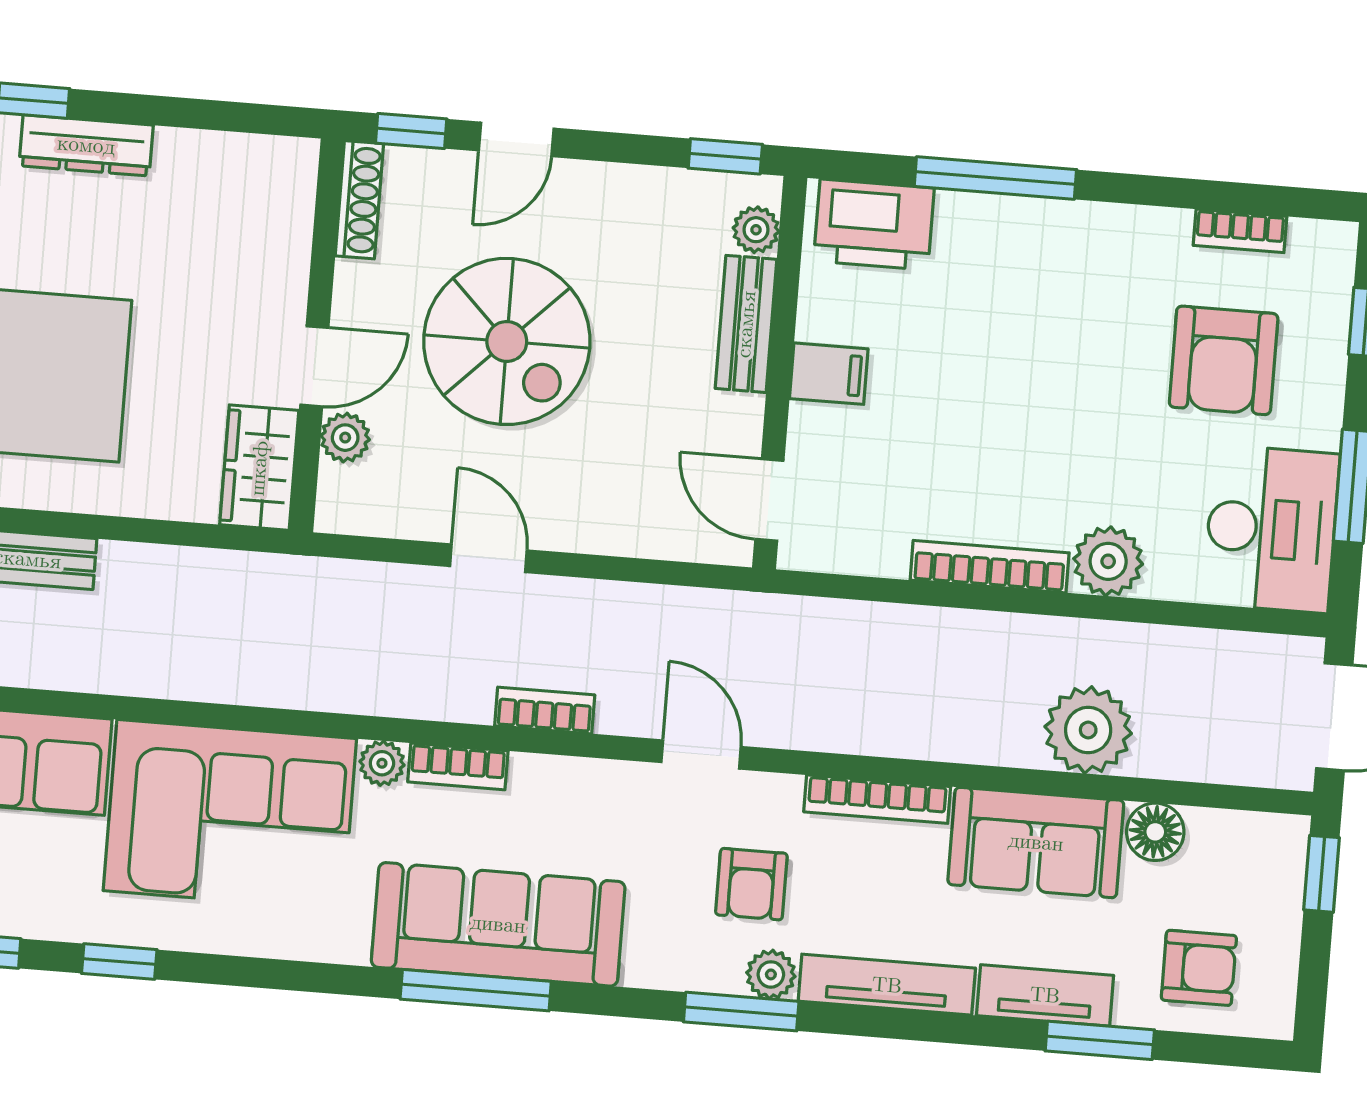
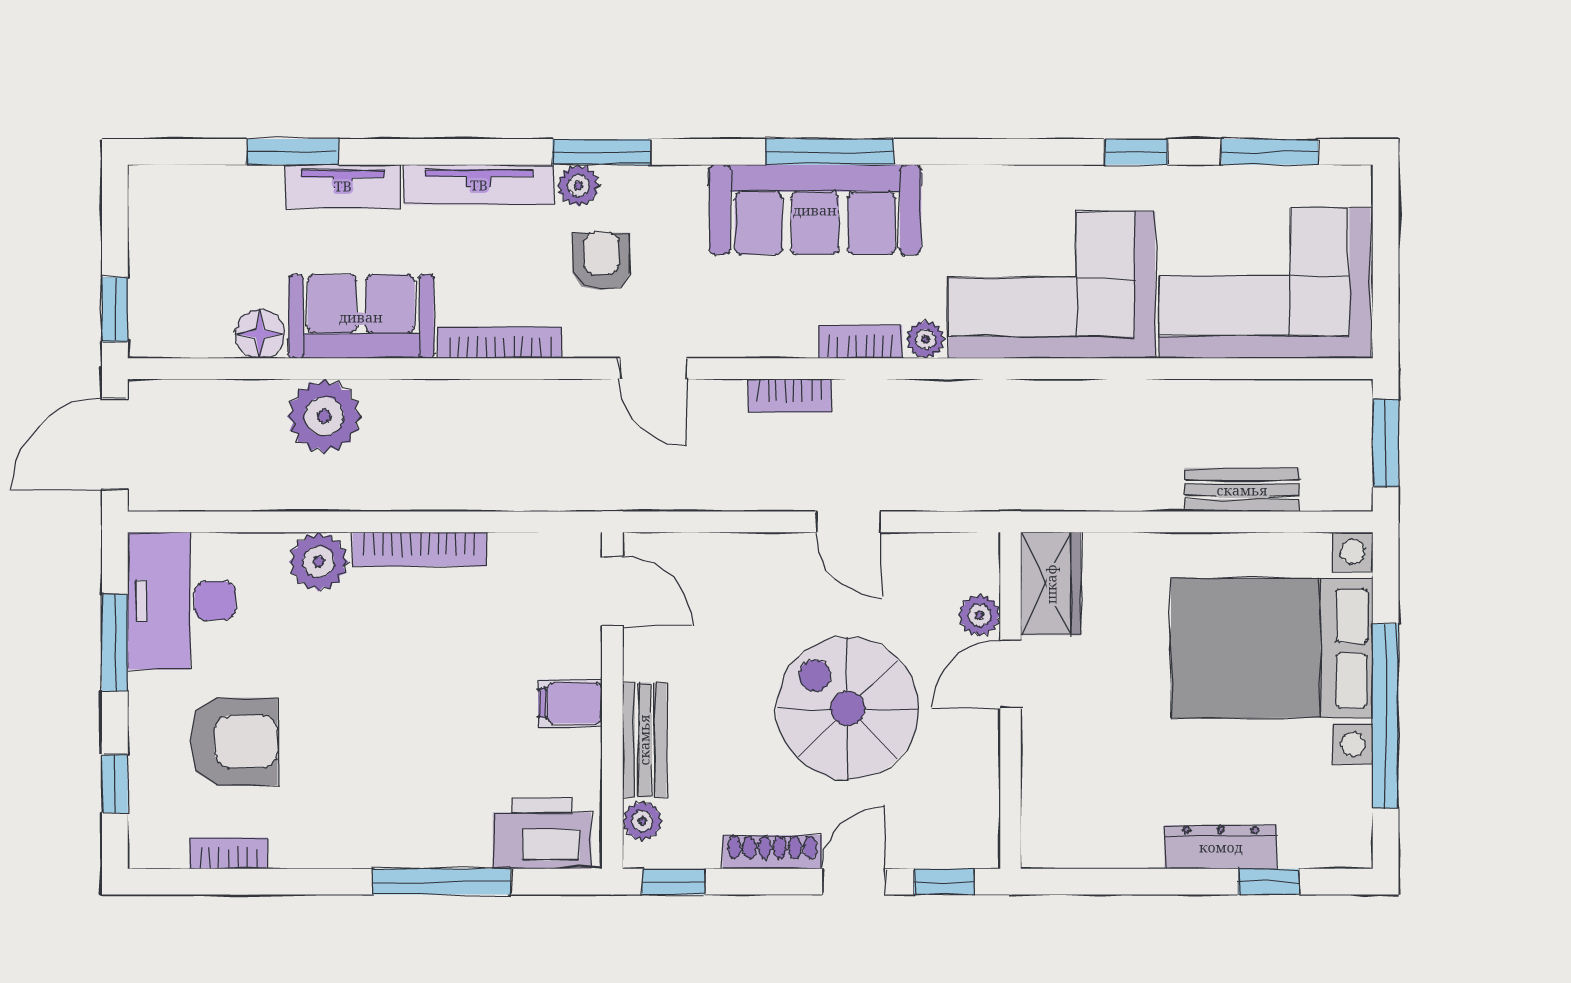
shoe rack: (359, 200) -> (772, 852), moved, turned 90
armchair: (1224, 360) -> (234, 741), turned 90
armchair: (1199, 968) -> (213, 221), removed

